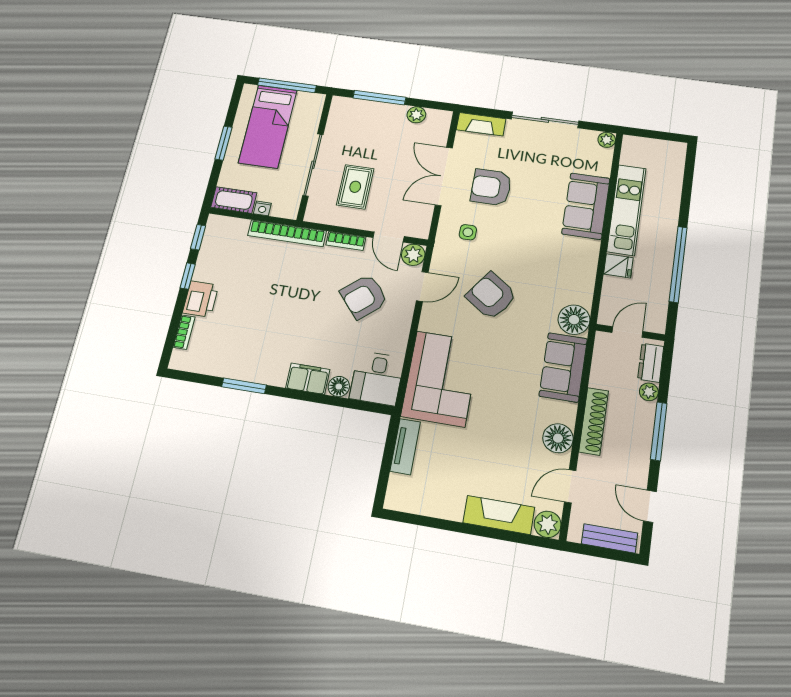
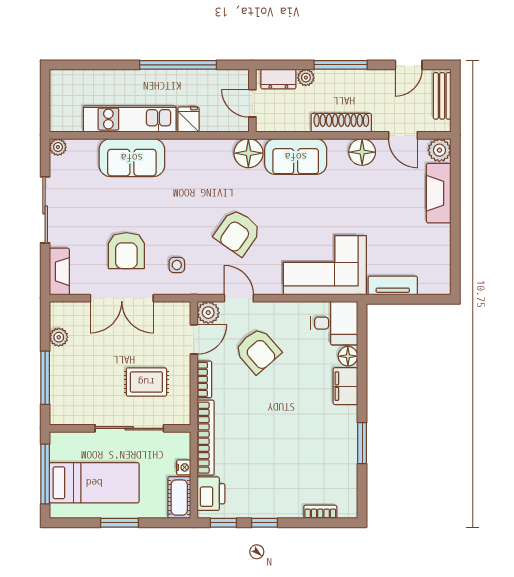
printer: (201, 299) -> (211, 494), moved, turned 90

